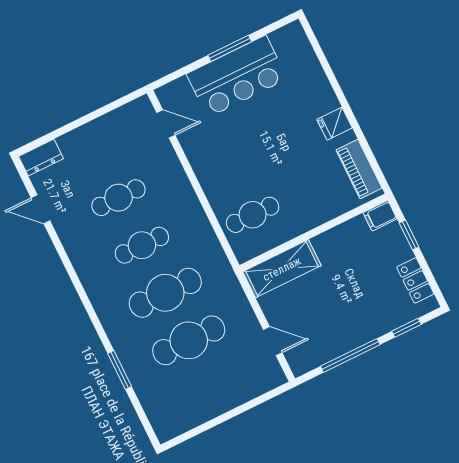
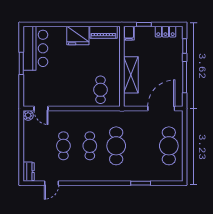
bar counter: (237, 76) -> (35, 48), moved
plant: (142, 107) -> (28, 115), added
door: (166, 124) -> (41, 109), swing flipped
fridge: (335, 124) -> (78, 36), width x1.88, depth x1.34
shelving: (282, 269) -> (131, 75), moved
cafe table: (189, 340) -> (169, 146), moved
door: (273, 341) -> (161, 109), width x1.88

